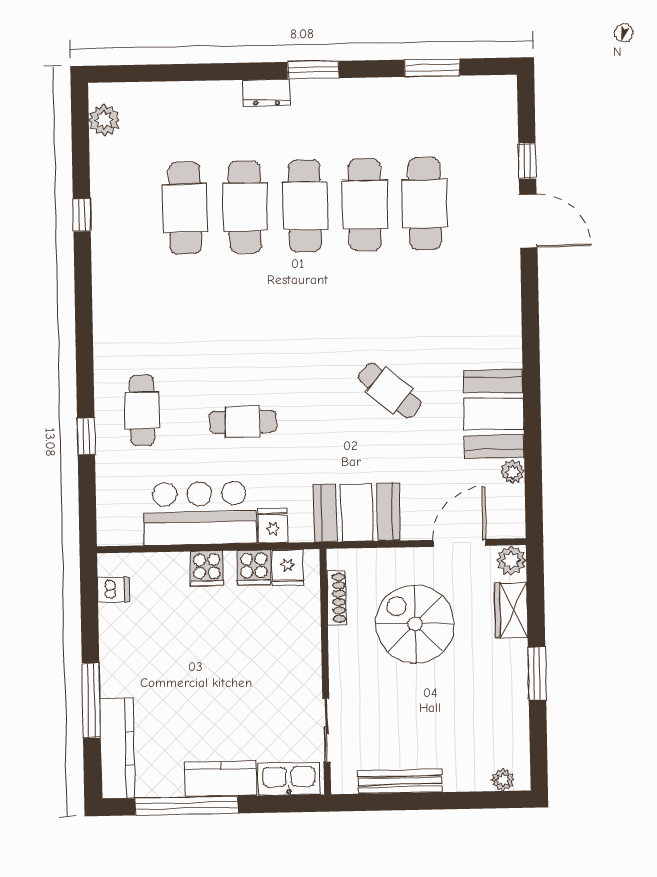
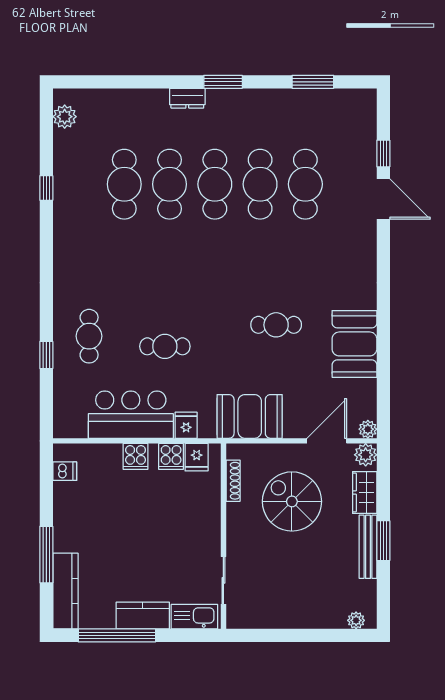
cafe table: (390, 390) -> (276, 325), turned -40
plant: (513, 472) -> (368, 429), moved
bench: (400, 781) -> (368, 547), moved, turned 90

